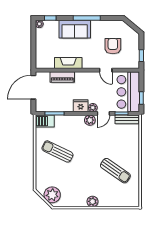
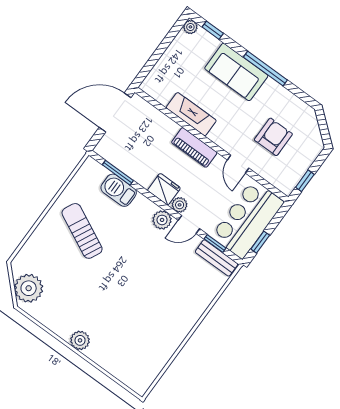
piano: (62, 77) -> (194, 147), moved
barbecue: (45, 121) -> (119, 190), moved
sun lounger: (115, 171) -> (146, 320), removed

